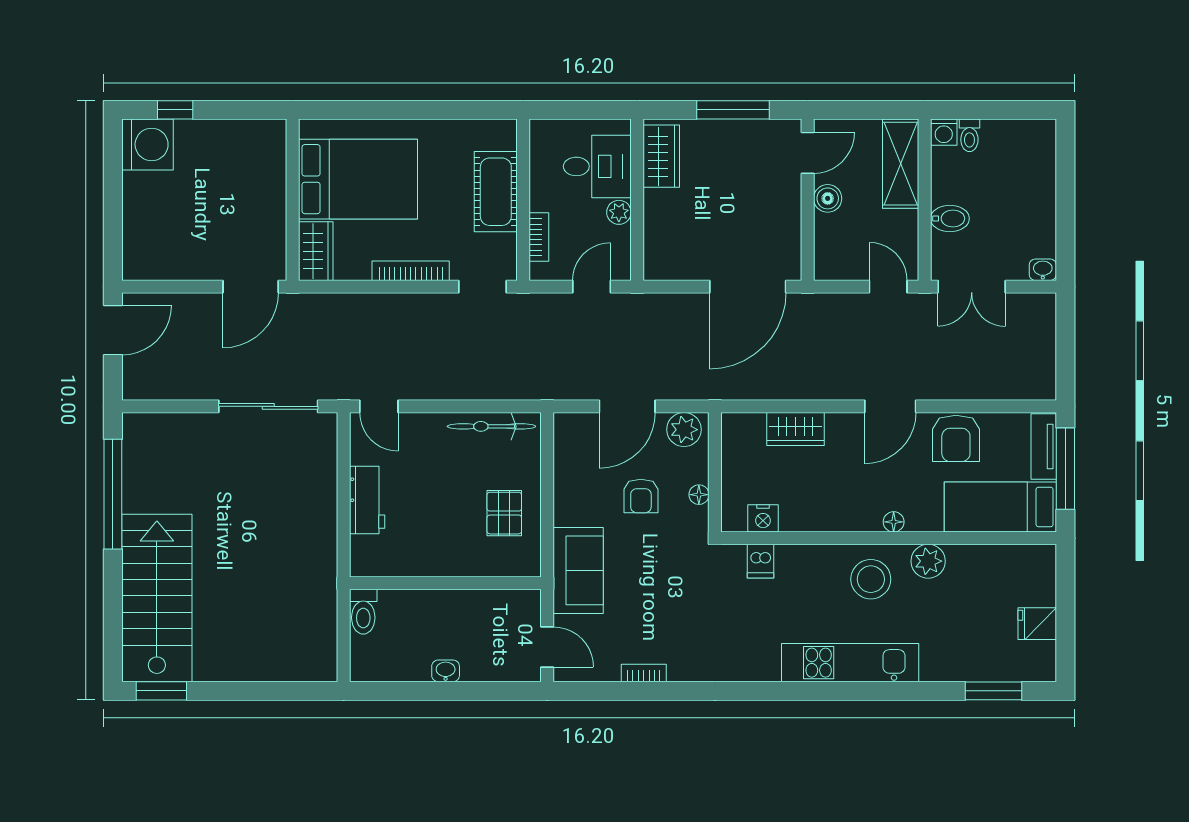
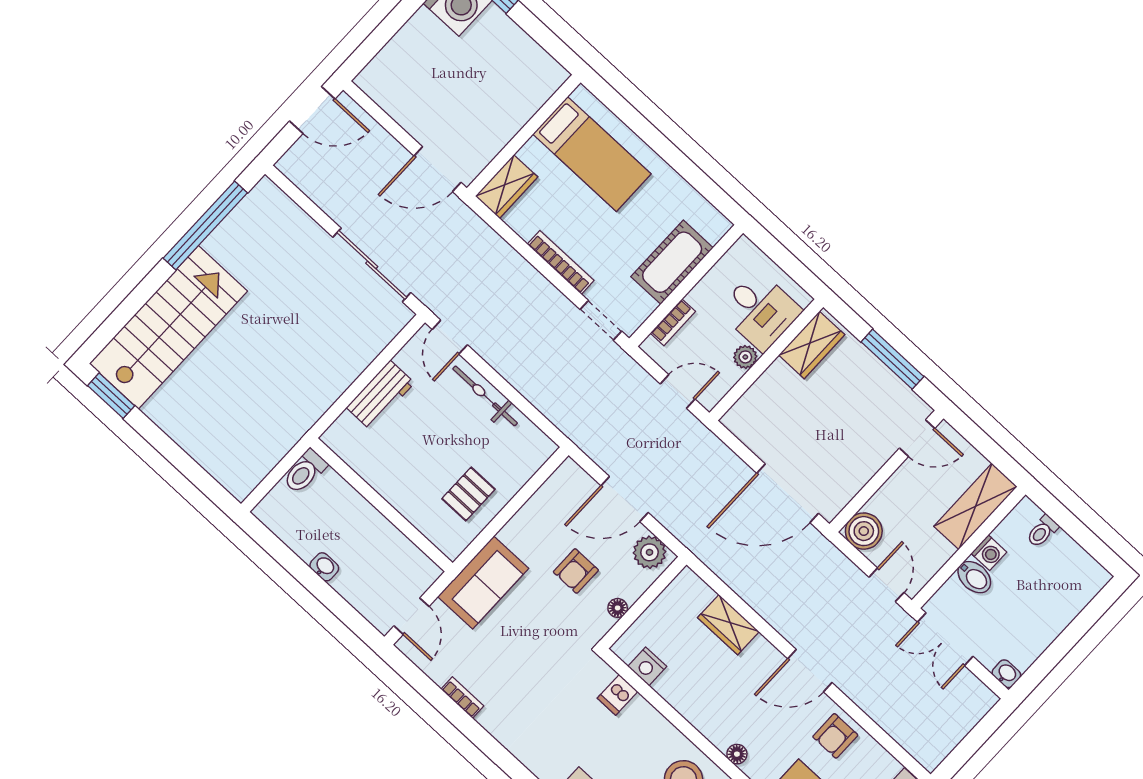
washing machine: (944, 132) -> (989, 553), moved, turned -90
bed: (358, 179) -> (592, 154), width x0.67
boiler: (828, 198) -> (864, 531), moved, width x1.36, depth x1.36
bicycle: (491, 426) -> (485, 396), moved
armchair: (956, 438) -> (835, 736), width x0.72, depth x0.72

